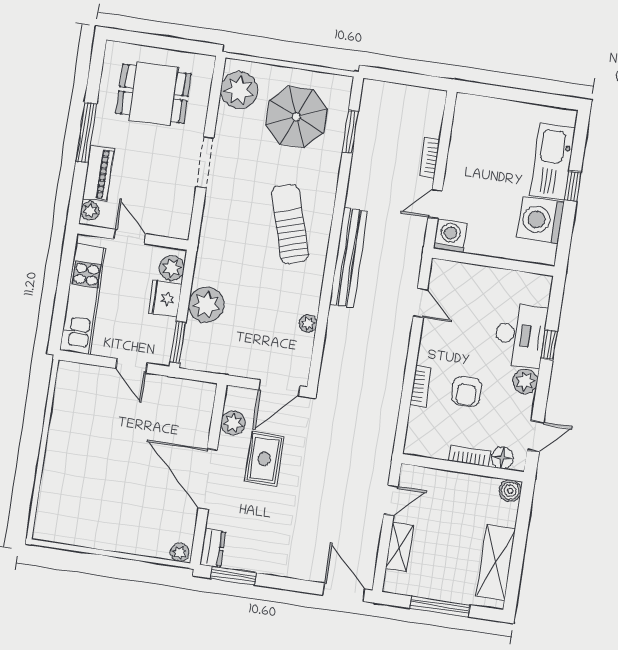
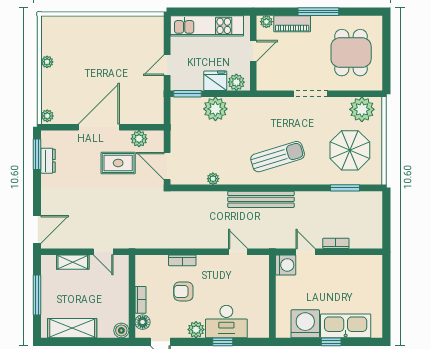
door: (420, 303) -> (238, 252), swing flipped
plant: (101, 541) -> (47, 62), added
dresser: (213, 548) -> (48, 161), moved, turned -90

